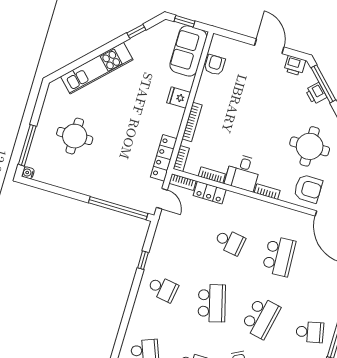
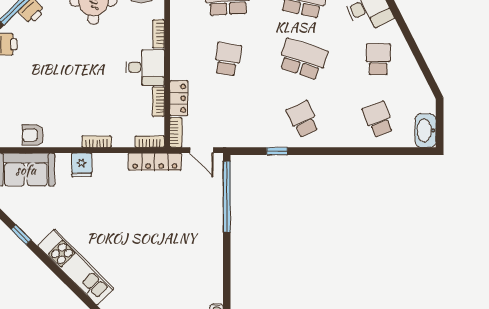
bookcase: (192, 122) -> (97, 142), width x0.64
round table: (75, 136) -> (160, 270), removed
door: (162, 199) -> (202, 150), swing flipped
school desk: (163, 289) -> (303, 119), turned -33
school desk: (212, 303) -> (303, 59), turned 33

